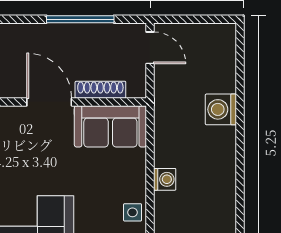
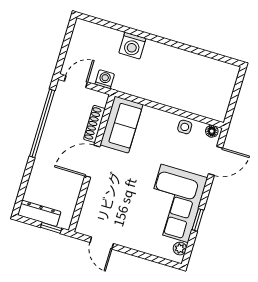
window: (80, 19) -> (42, 123), width x1.46
washing machine: (165, 179) -> (105, 79), moved

